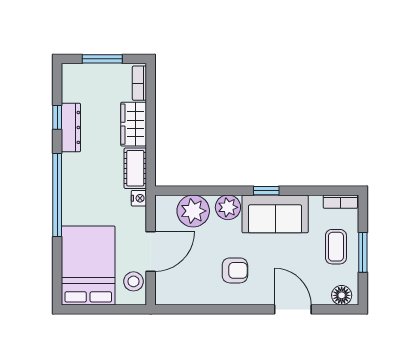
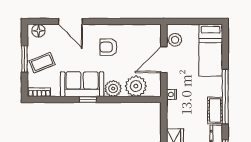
cot: (135, 168) -> (215, 110), moved
coffee table: (336, 247) -> (42, 63), turned 68
bed: (88, 266) -> (211, 50), width x0.67

